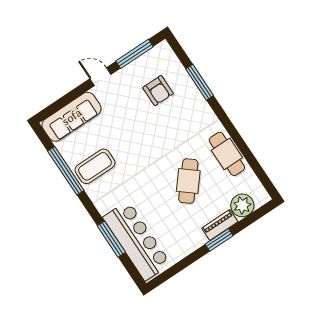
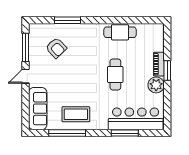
armchair: (158, 91) -> (56, 48), turned 46
coffee table: (95, 166) -> (76, 114), turned 90
cafe table: (188, 181) -> (115, 74), moved, turned 50
plant: (242, 205) -> (156, 85), moved

